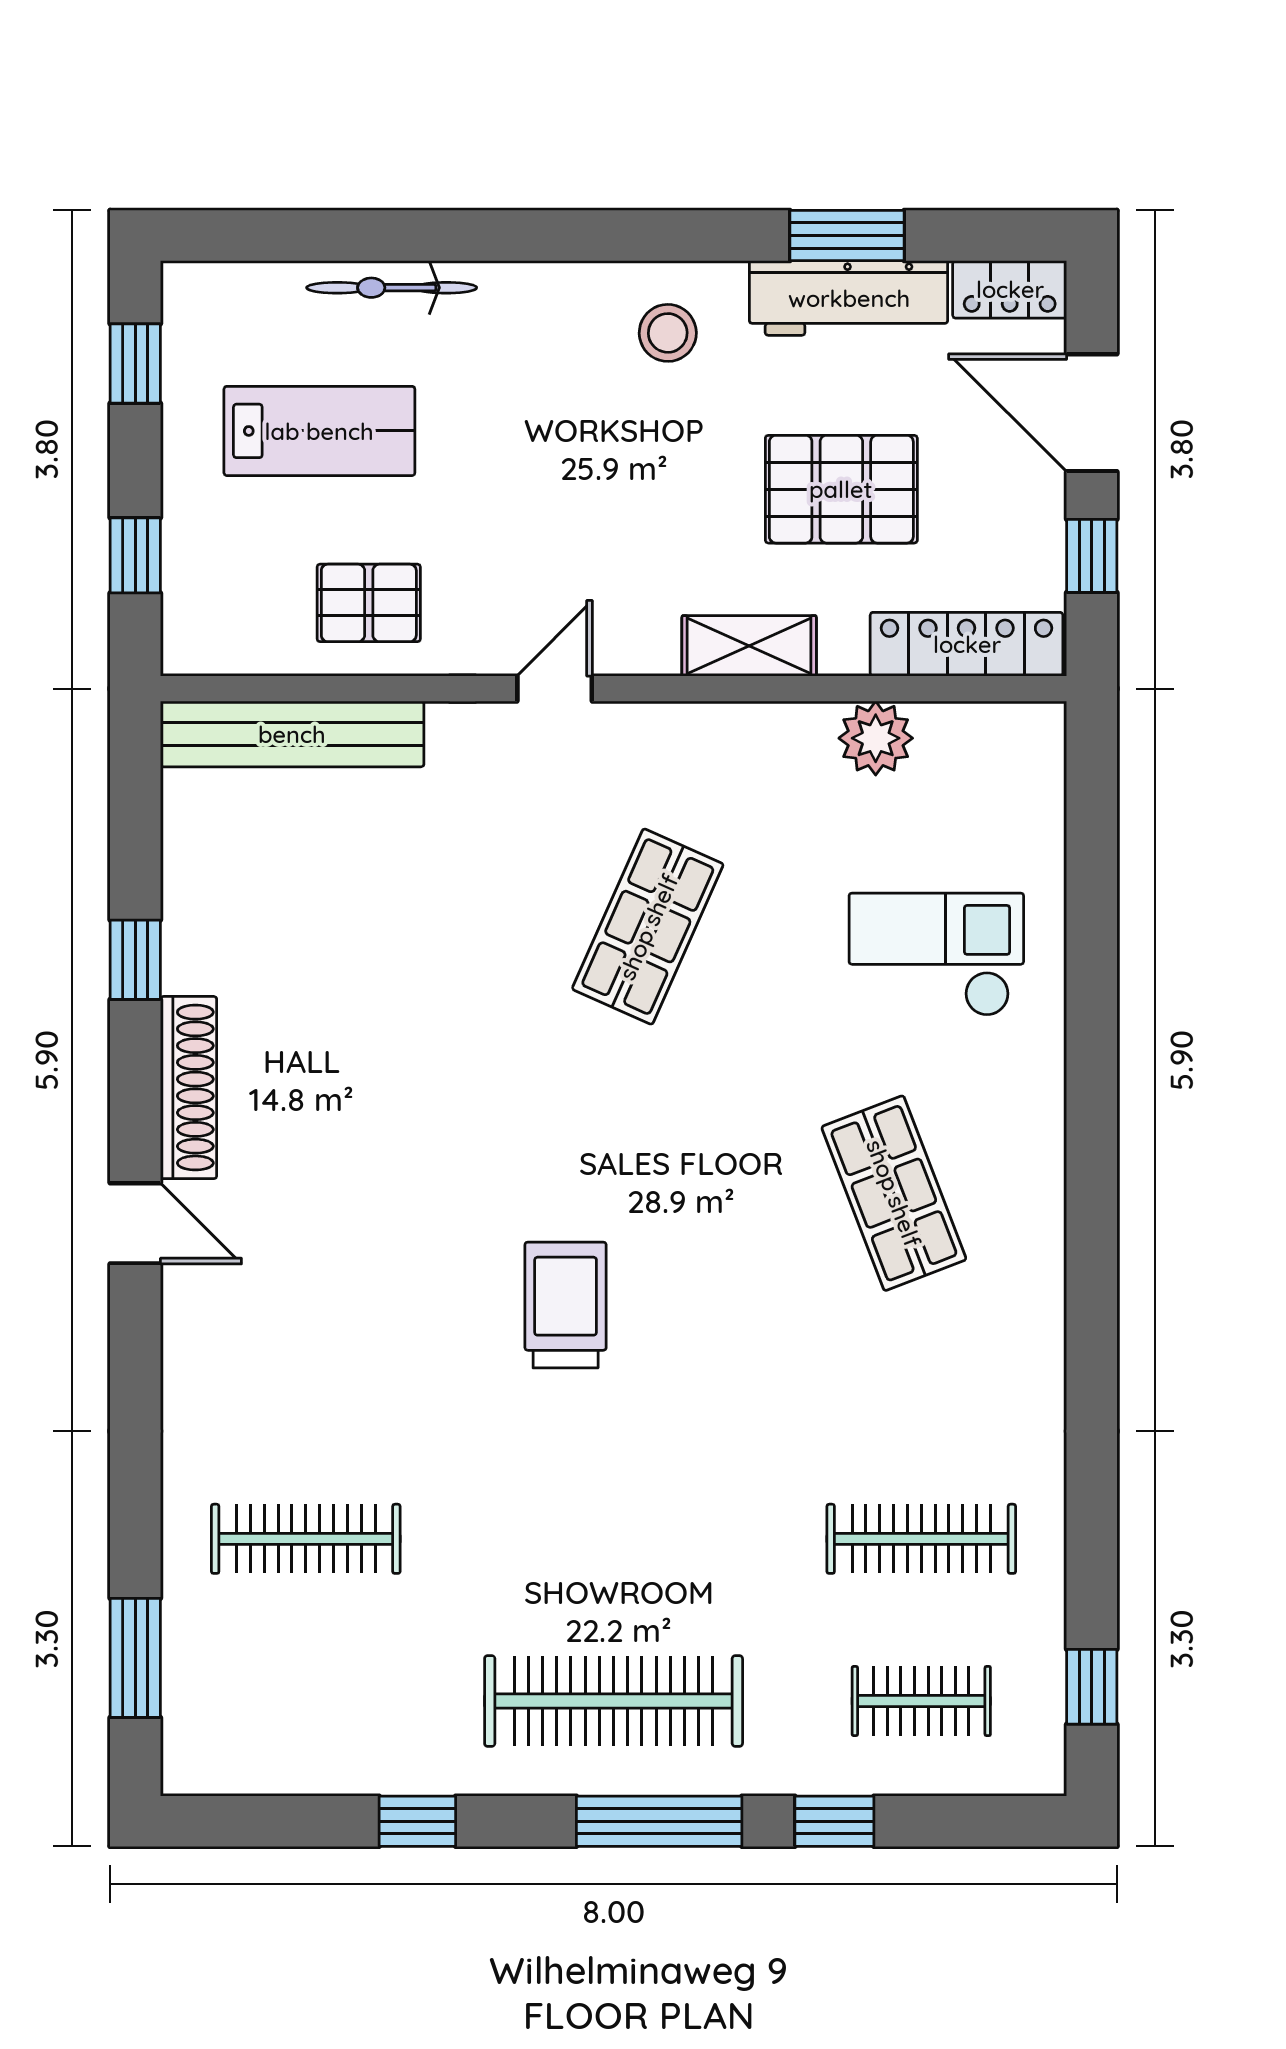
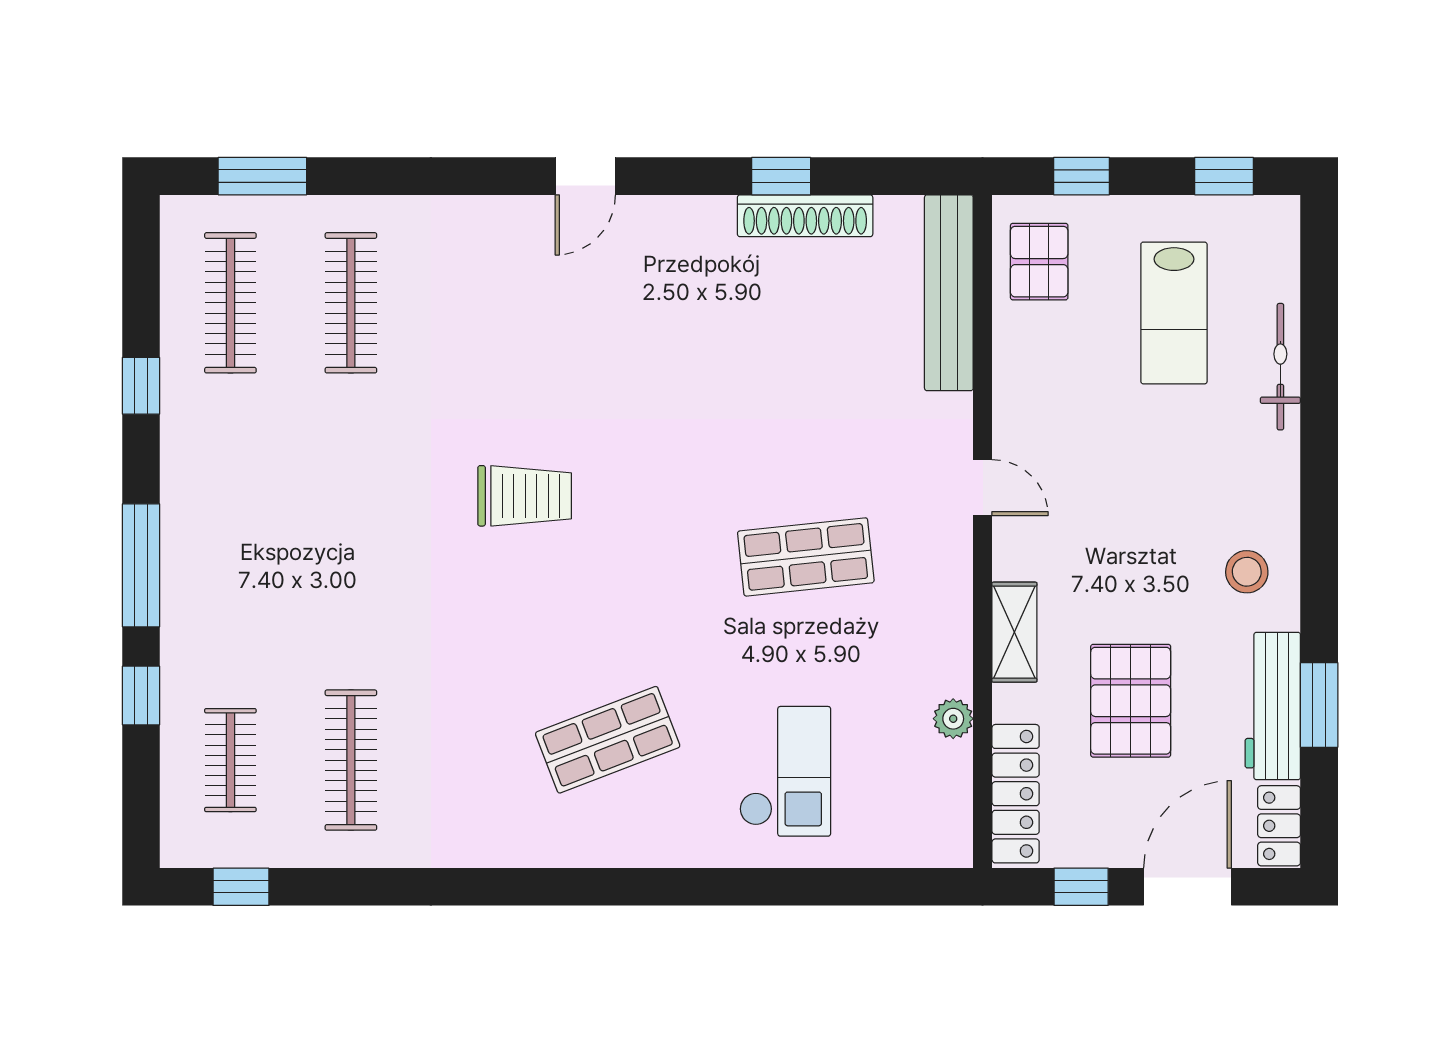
pallet: (369, 603) -> (1039, 262), moved
plant: (876, 738) -> (953, 719), width x0.73, depth x0.73
shop shelf: (648, 927) -> (806, 557), turned -30
shoe rack: (189, 1088) -> (805, 216), moved
clothes rail: (614, 1701) -> (230, 303), moved, width x0.73, depth x0.76

